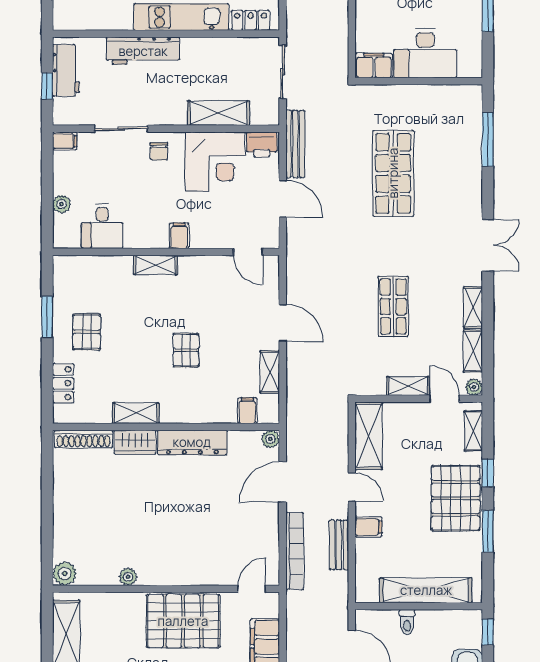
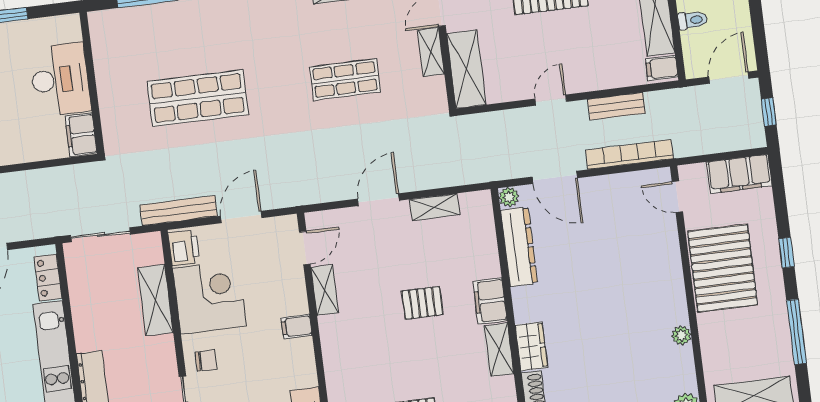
shelving: (156, 265) -> (325, 290), moved
filing cabinet: (247, 411) -> (490, 301), moved, width x2.00
shelving: (369, 436) -> (466, 69), moved, turned 90
dresser: (192, 442) -> (519, 247), moved
filing cabinet: (368, 527) -> (662, 68), moved, turned -90

